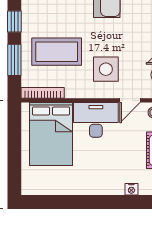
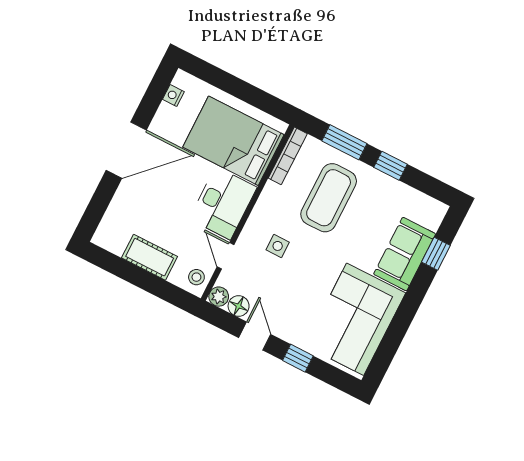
side table: (106, 69) -> (278, 246), width x0.54, depth x0.54
nightstand: (131, 189) -> (173, 95), moved
door: (93, 202) -> (126, 150), added

